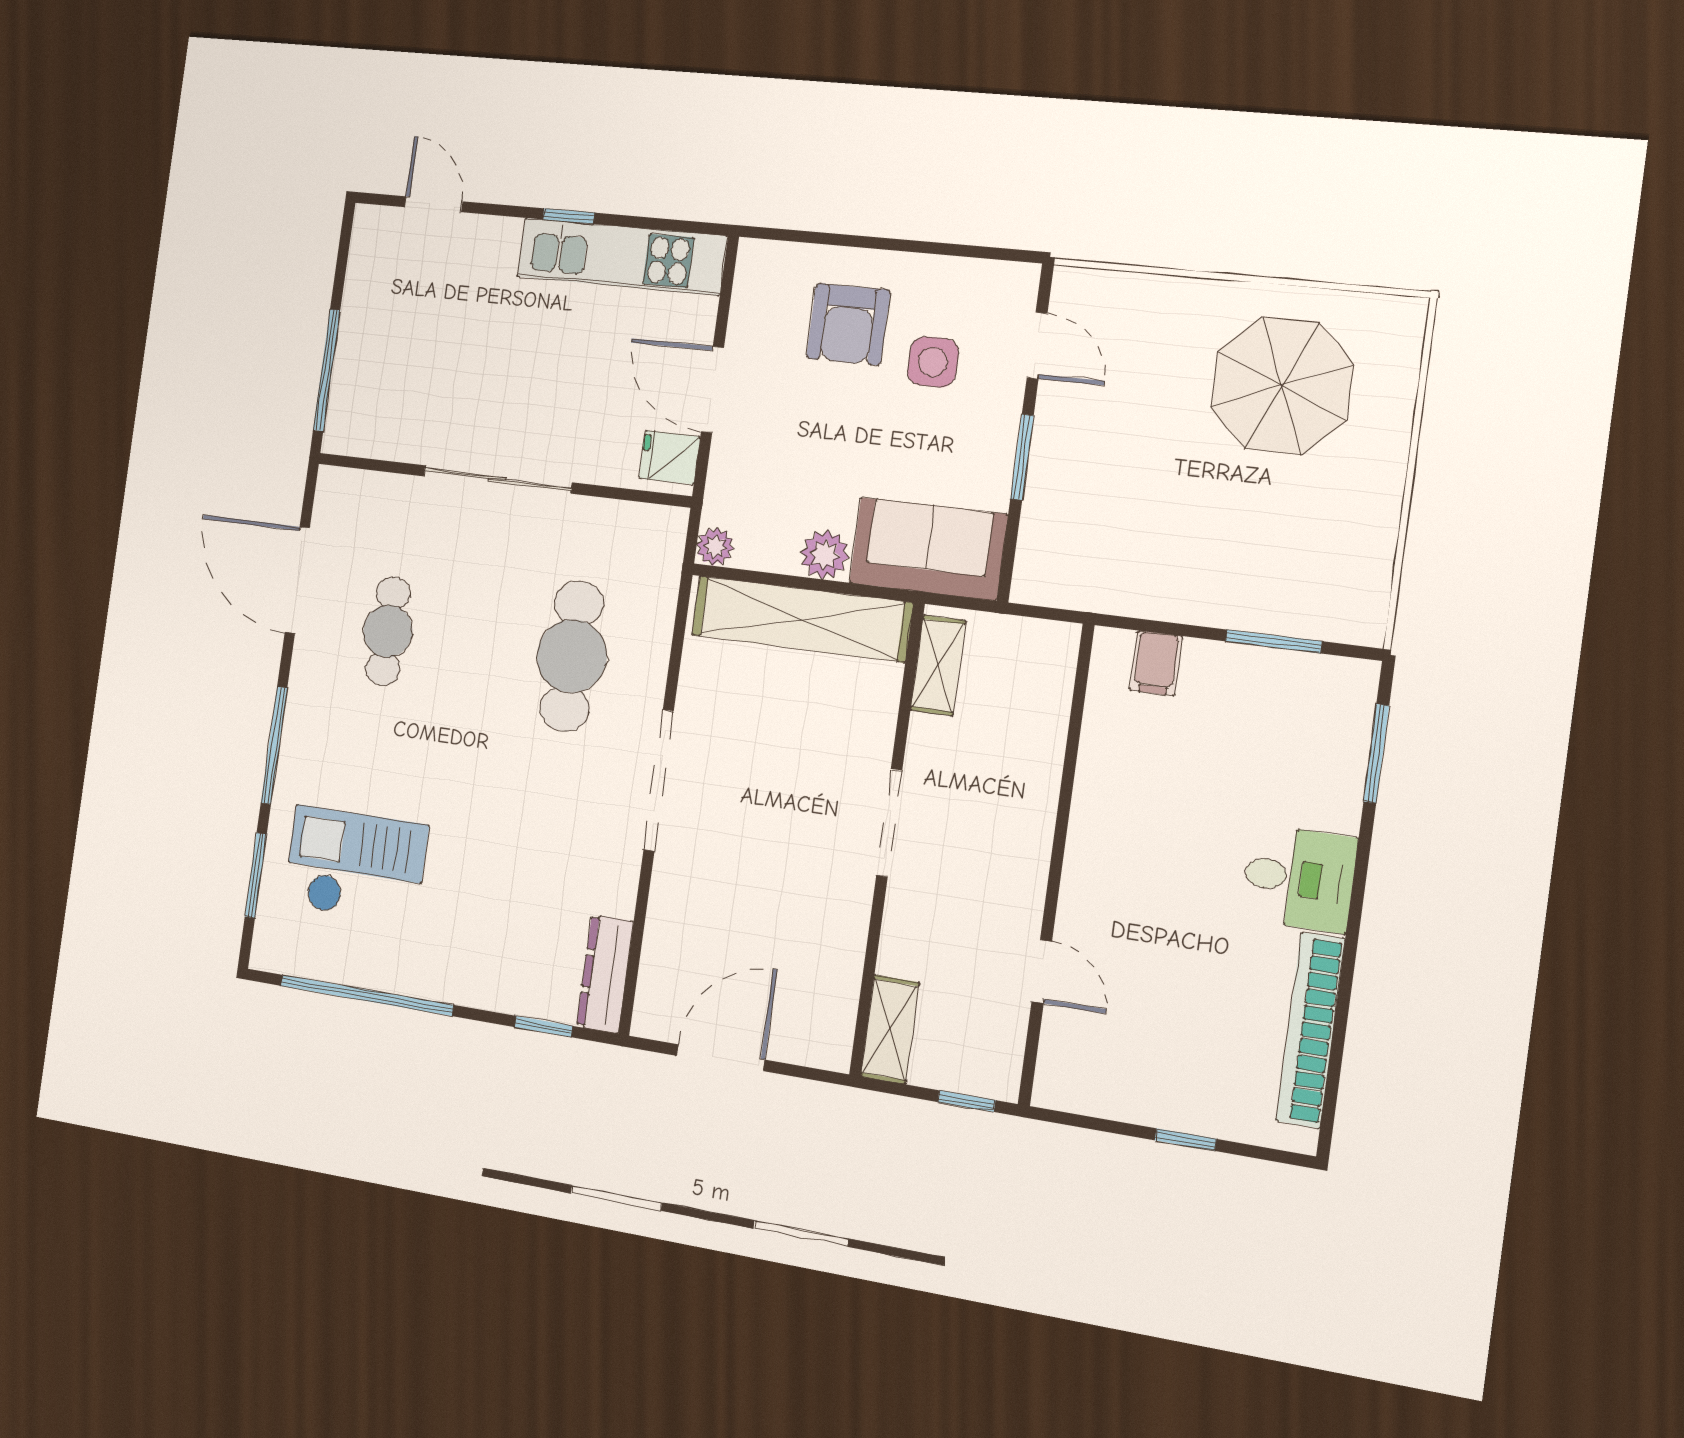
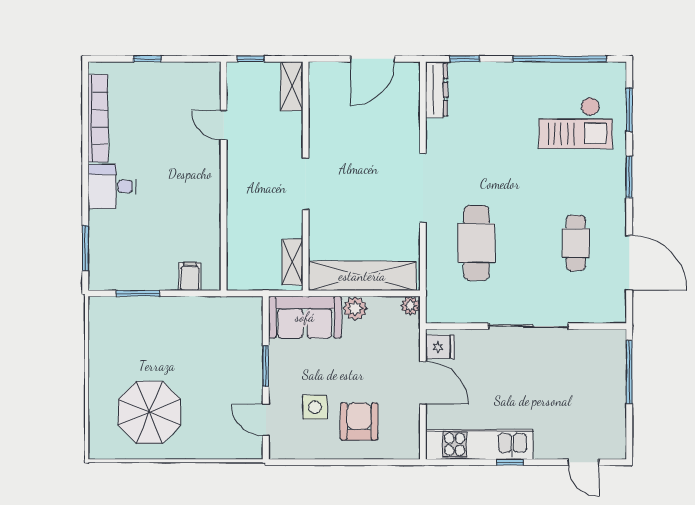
window: (274, 746) -> (629, 177), width x0.69

